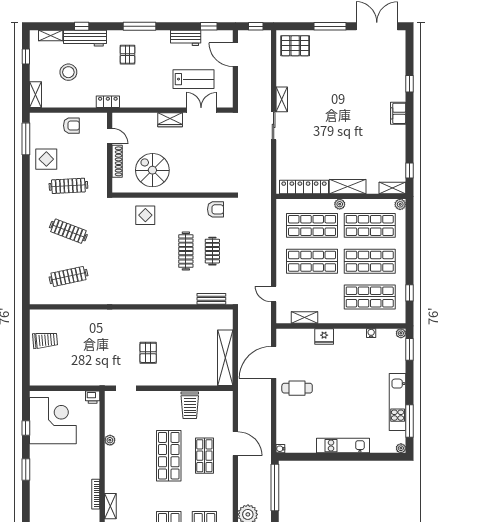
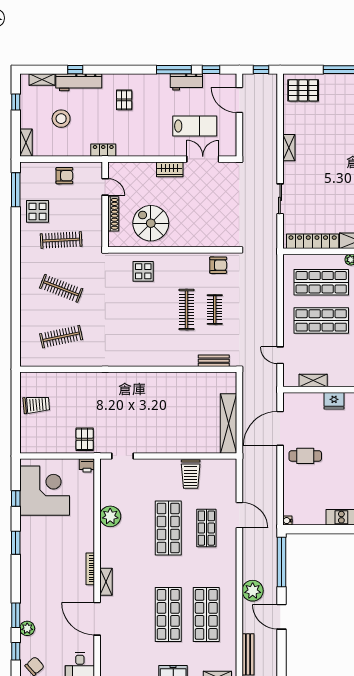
window: (139, 26) -> (174, 70), moved
sliding door: (274, 126) -> (280, 199), moved
pallet: (148, 353) -> (85, 439), moved
plant: (110, 440) -> (110, 516), width x1.87, depth x1.87

